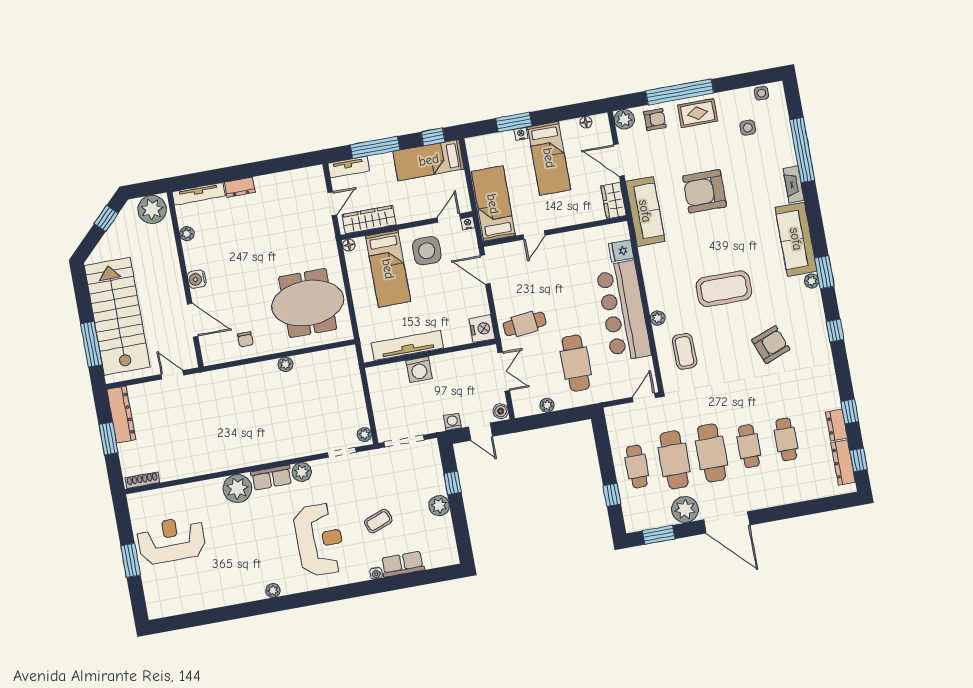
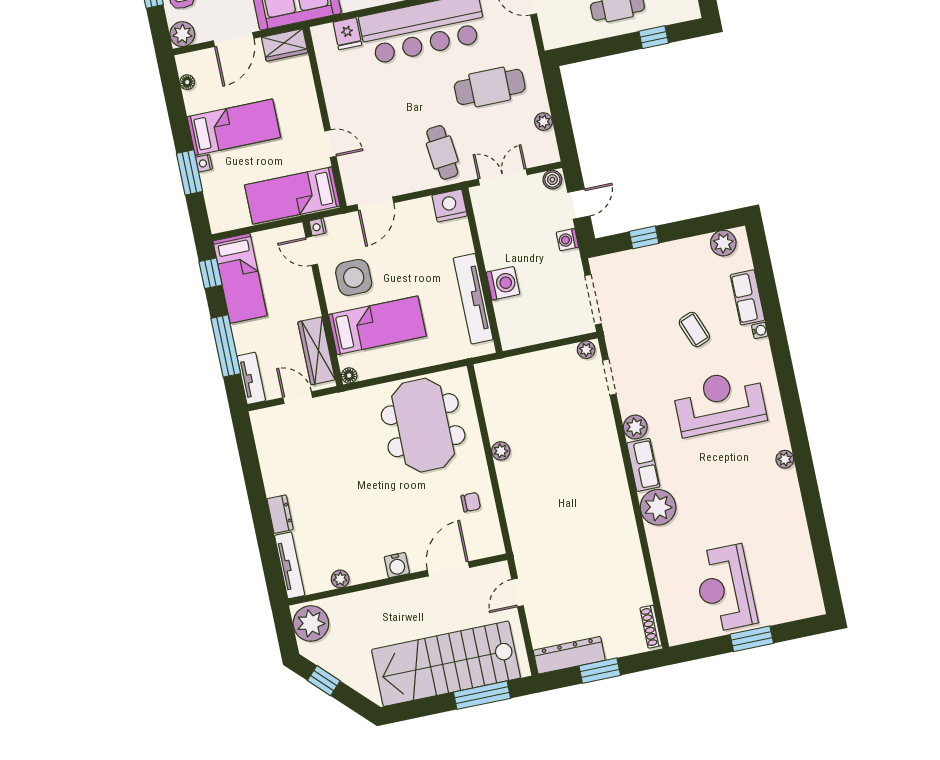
plant: (439, 506) -> (723, 243), moved

